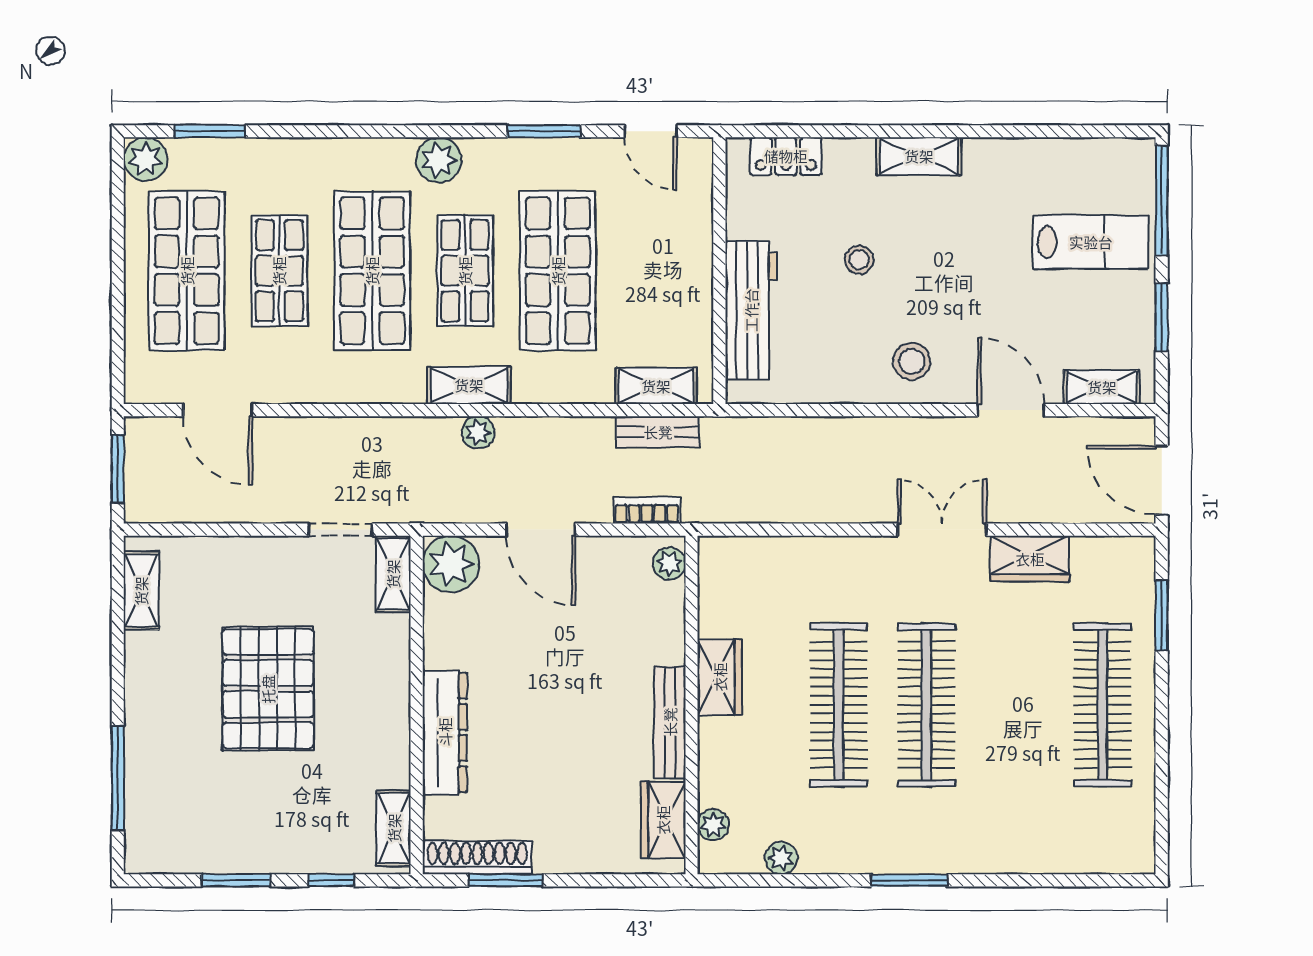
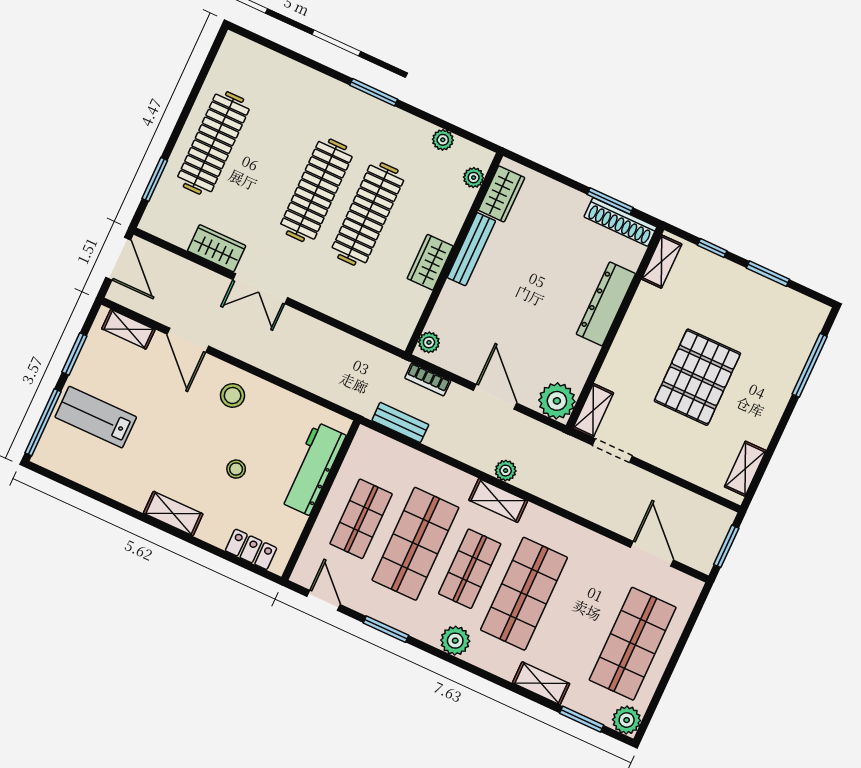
shop shelf: (279, 271) -> (361, 519), moved
shelving: (656, 386) -> (541, 683), moved

